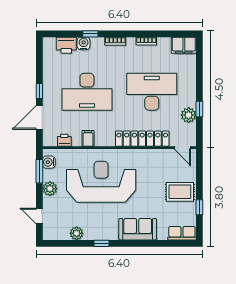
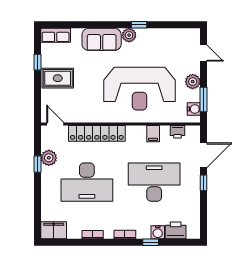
plant: (77, 233) -> (129, 35), moved

